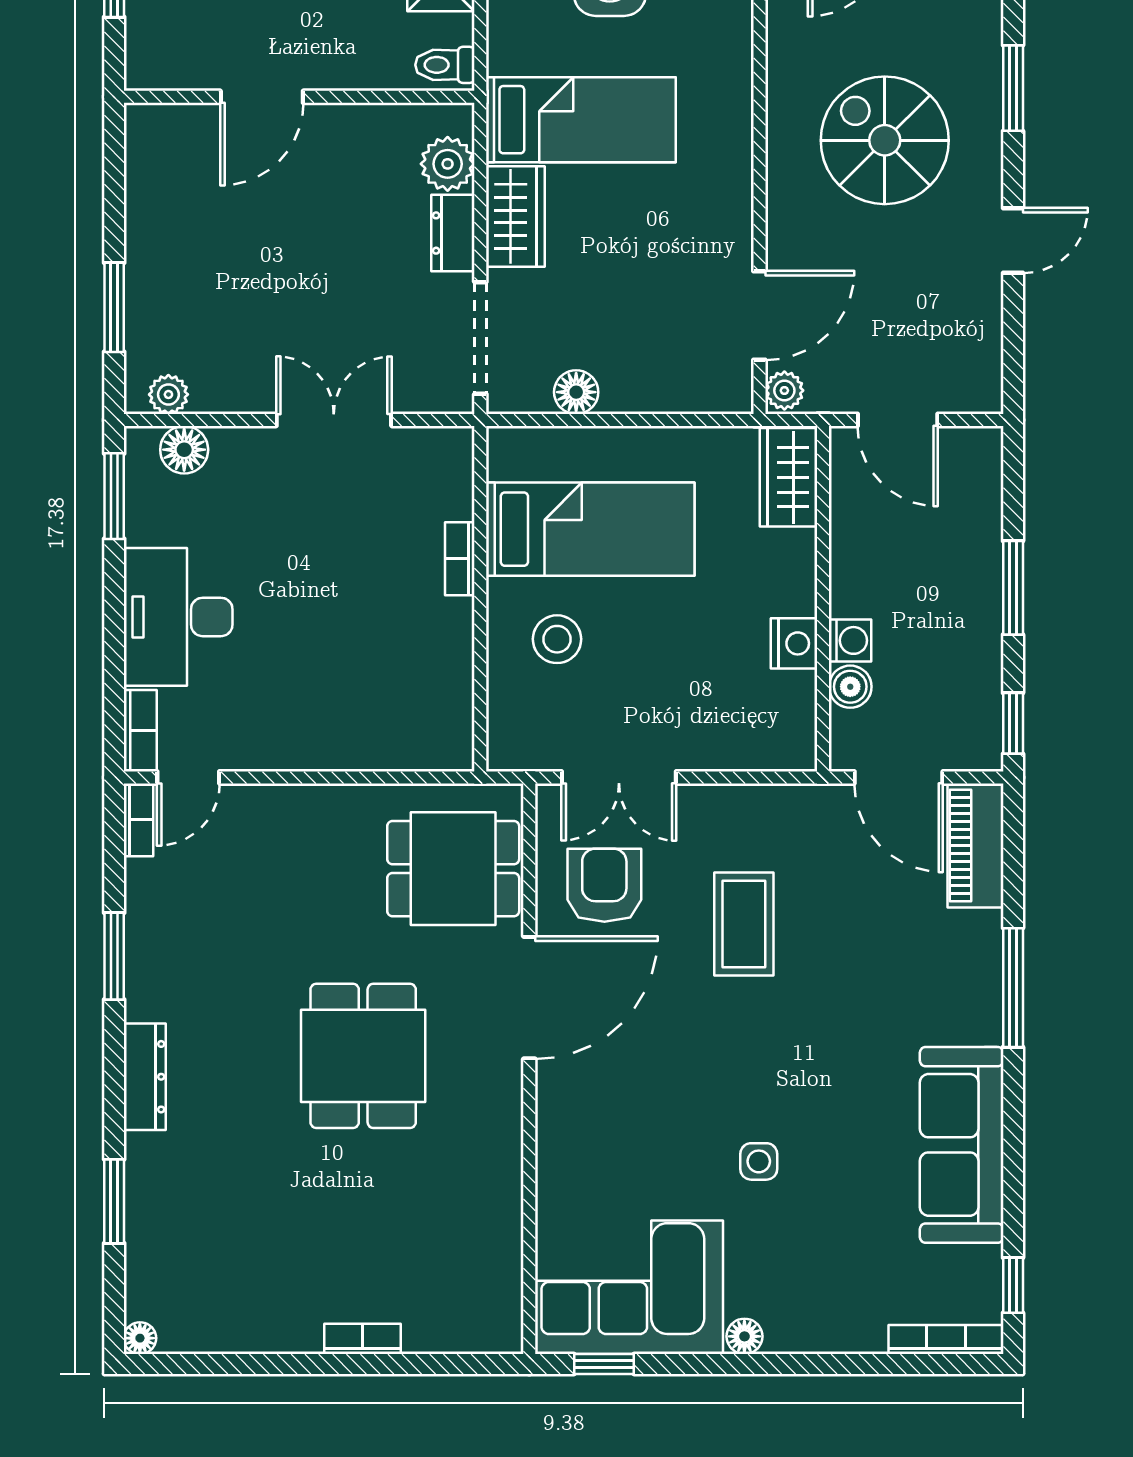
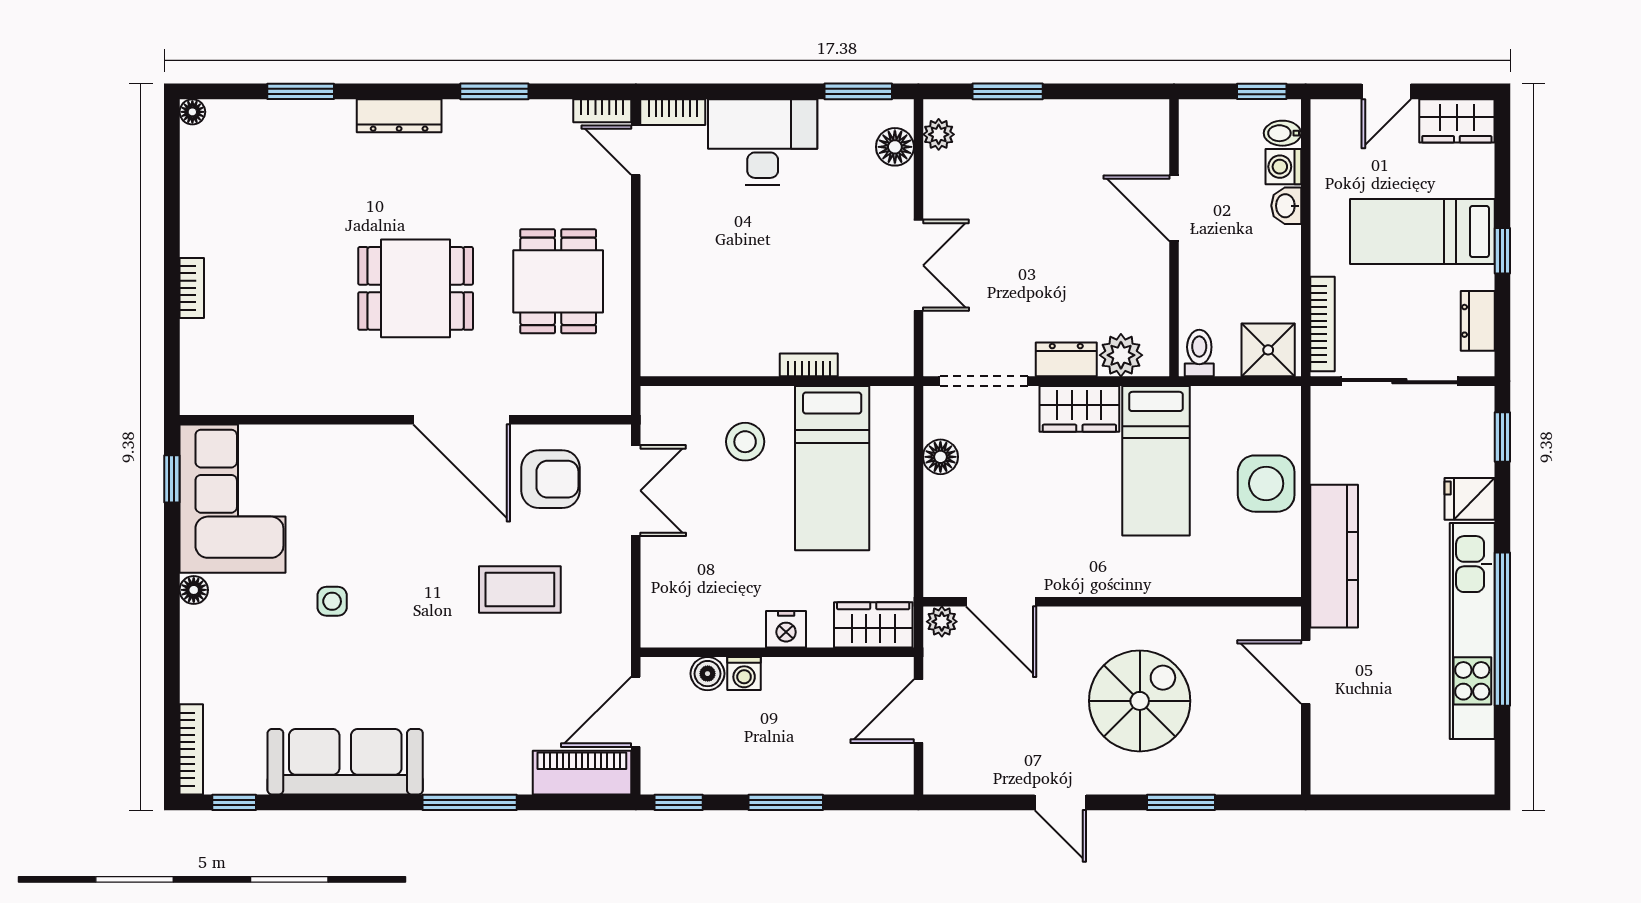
nightstand: (794, 643) -> (786, 629), moved
double door: (619, 777) -> (636, 491), swing flipped
dining table: (453, 869) -> (558, 281), moved

